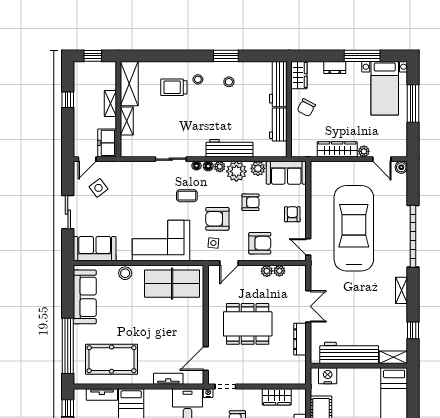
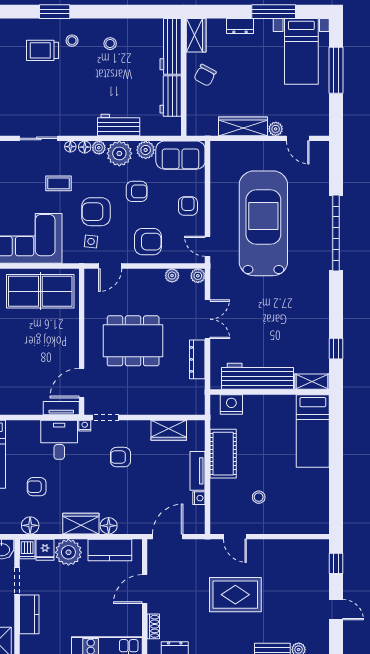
window: (226, 56) -> (55, 12), moved
workbench: (230, 148) -> (119, 125), width x0.73
boiler: (401, 167) -> (322, 148), removed
plant: (267, 271) -> (198, 276), moved
shelving: (401, 290) -> (322, 300), removed
tv unit: (168, 379) -> (61, 408), moved

